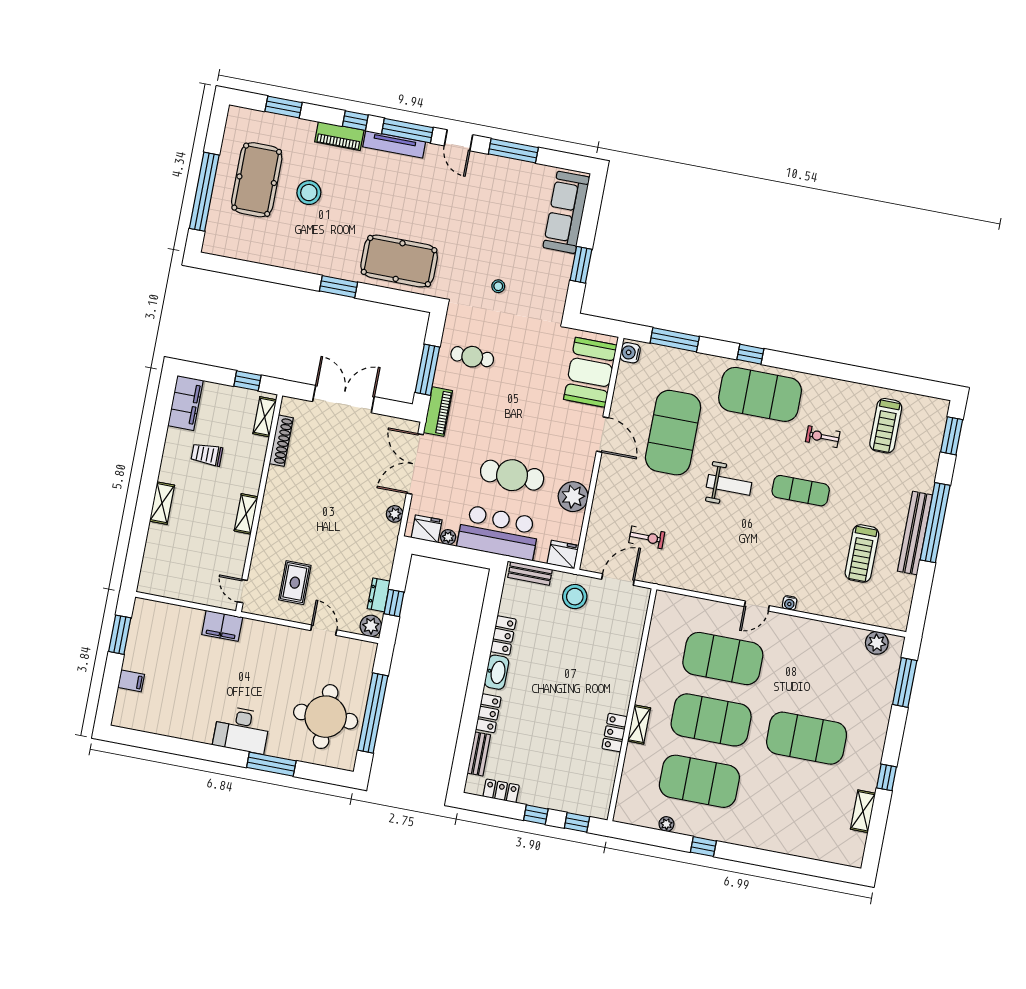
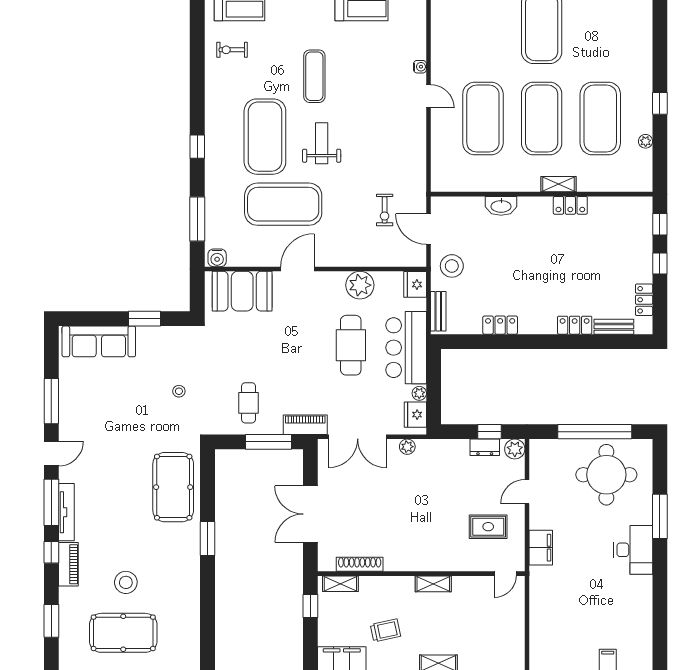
exercise mat: (760, 394) -> (265, 137), moved
exercise bike: (823, 437) -> (232, 50), moved, turned 90
trolley: (207, 454) -> (385, 630), turned -102
exercise bike: (647, 537) -> (385, 210), turned 180
filing cabinet: (222, 626) -> (541, 548), moved
washbasin: (497, 672) -> (501, 206), moved, turned 180

